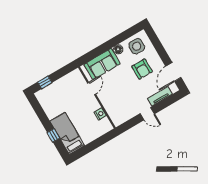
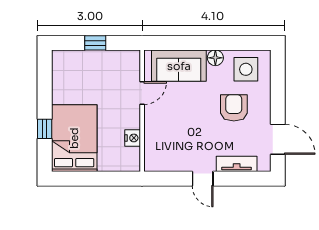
armchair: (142, 69) -> (234, 108), turned 180
door: (173, 72) -> (278, 139), swing flipped
window: (45, 82) -> (95, 43), moved
bed: (67, 133) -> (74, 138), width x1.50

